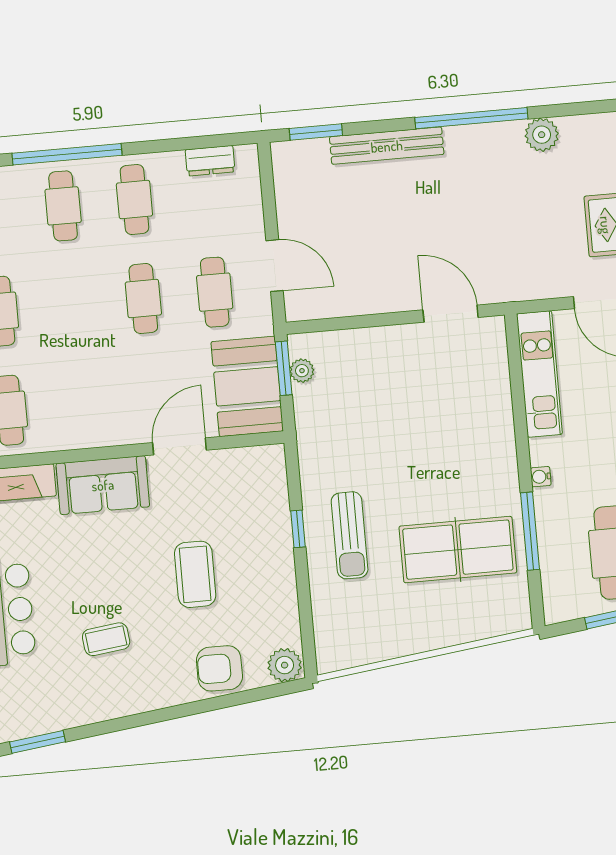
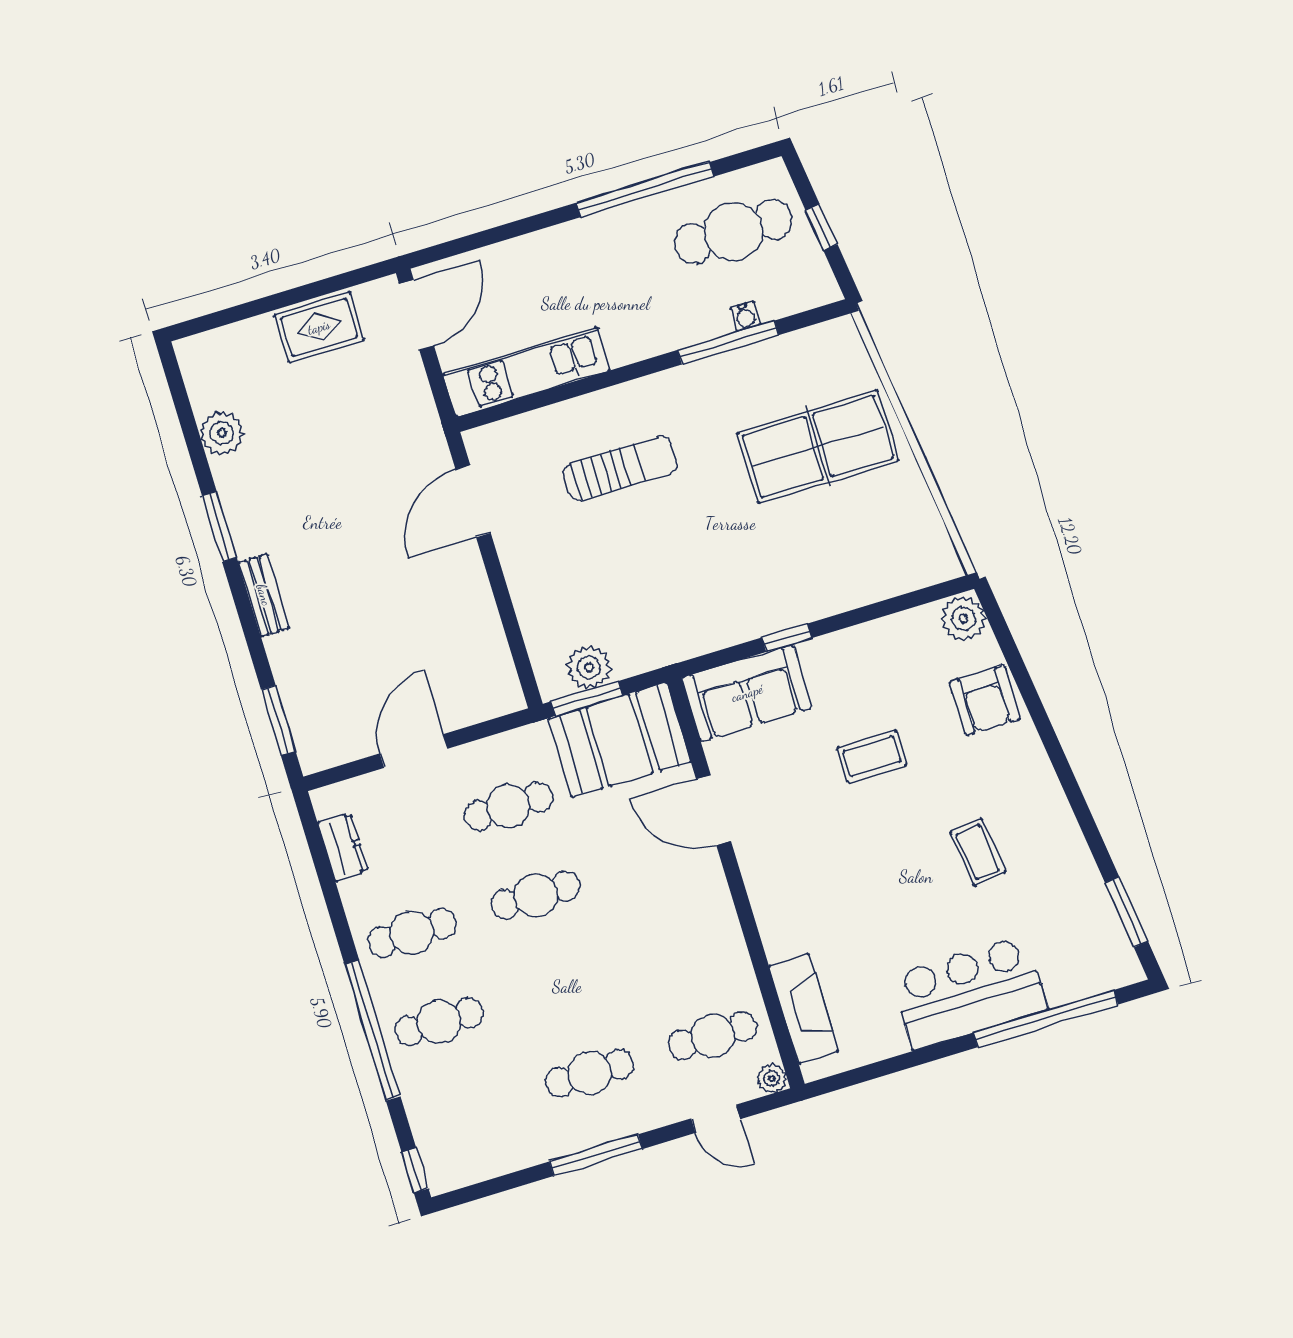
window: (471, 118) -> (219, 527), width x0.47
bench: (387, 146) -> (264, 595), width x0.54, depth x0.82
door: (275, 266) -> (414, 751), moved
plant: (302, 371) -> (589, 667), width x1.38, depth x1.38
water cooler: (541, 477) -> (745, 316), moved
sofa: (103, 485) -> (747, 693), moved, turned 90
sun lounger: (350, 535) -> (620, 468), moved
table tennis table: (458, 550) -> (818, 447), moved, turned 90
coffee table: (195, 574) -> (872, 756), width x0.73, depth x0.77

